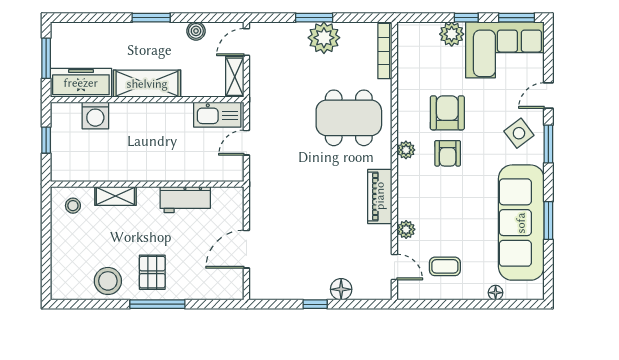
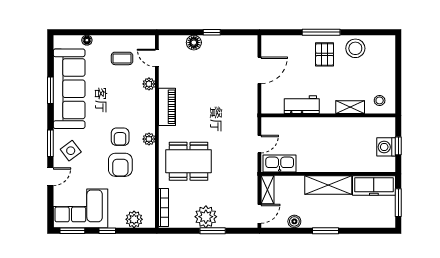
plant: (452, 34) -> (134, 219), moved
washing machine: (95, 115) -> (386, 147), moved, turned -90
armchair: (448, 153) -> (120, 137), turned 180

